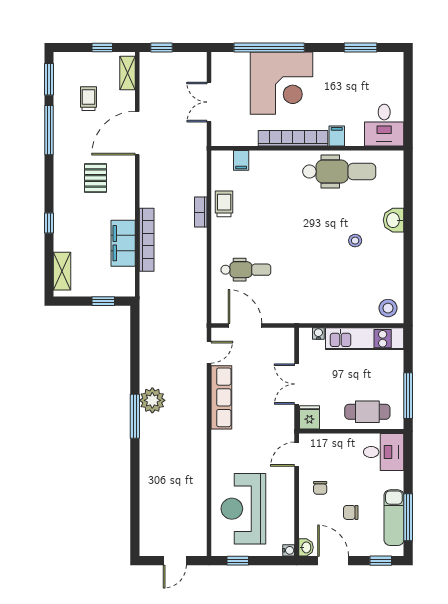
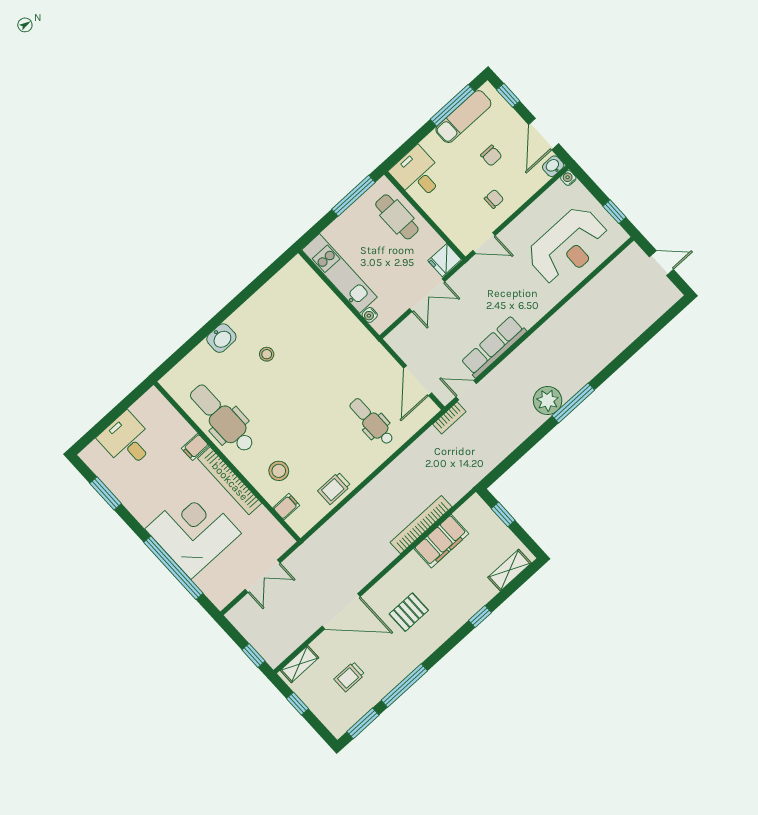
desk: (384, 125) -> (127, 441), moved, turned -90
bookcase: (201, 212) -> (449, 418), moved
stool: (388, 308) -> (279, 471), moved

